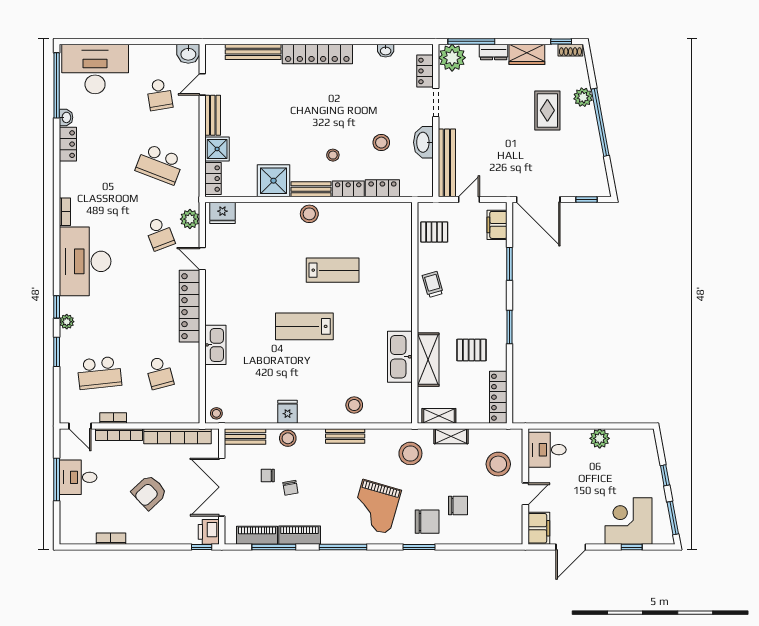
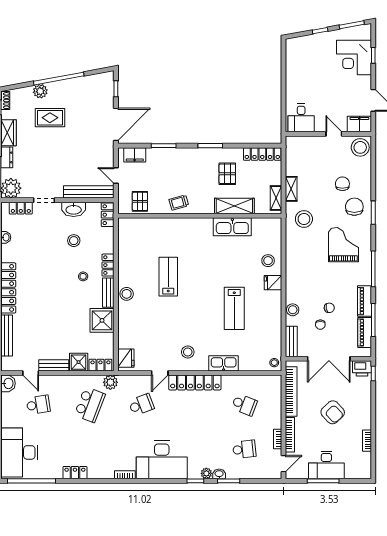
washbasin: (66, 117) -> (219, 474), moved
locker: (382, 188) -> (108, 215), moved
plant: (190, 219) -> (110, 382), moved
stool: (231, 297) -> (188, 352), added
lab bench: (304, 326) -> (234, 308), moved
school desk: (99, 373) -> (244, 449), width x0.54
school desk: (160, 373) -> (244, 405), turned 36
fridge: (288, 412) -> (273, 283), moved
bench: (345, 436) -> (291, 267), removed
plant: (600, 438) -> (293, 79), removed
stool: (498, 464) -> (360, 147), moved
desk: (78, 477) -> (326, 465), width x1.37
grand piano: (376, 507) -> (343, 245), turned -106

